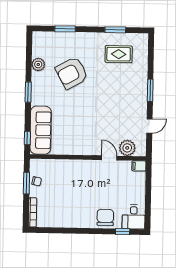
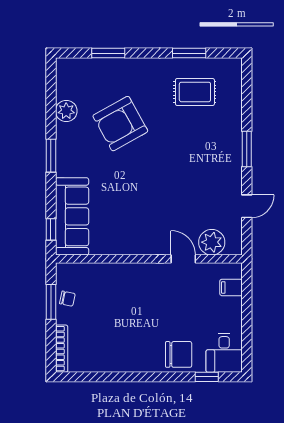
filing cabinet: (139, 166) -> (231, 287), moved
chair: (105, 217) -> (179, 354), turned 90

